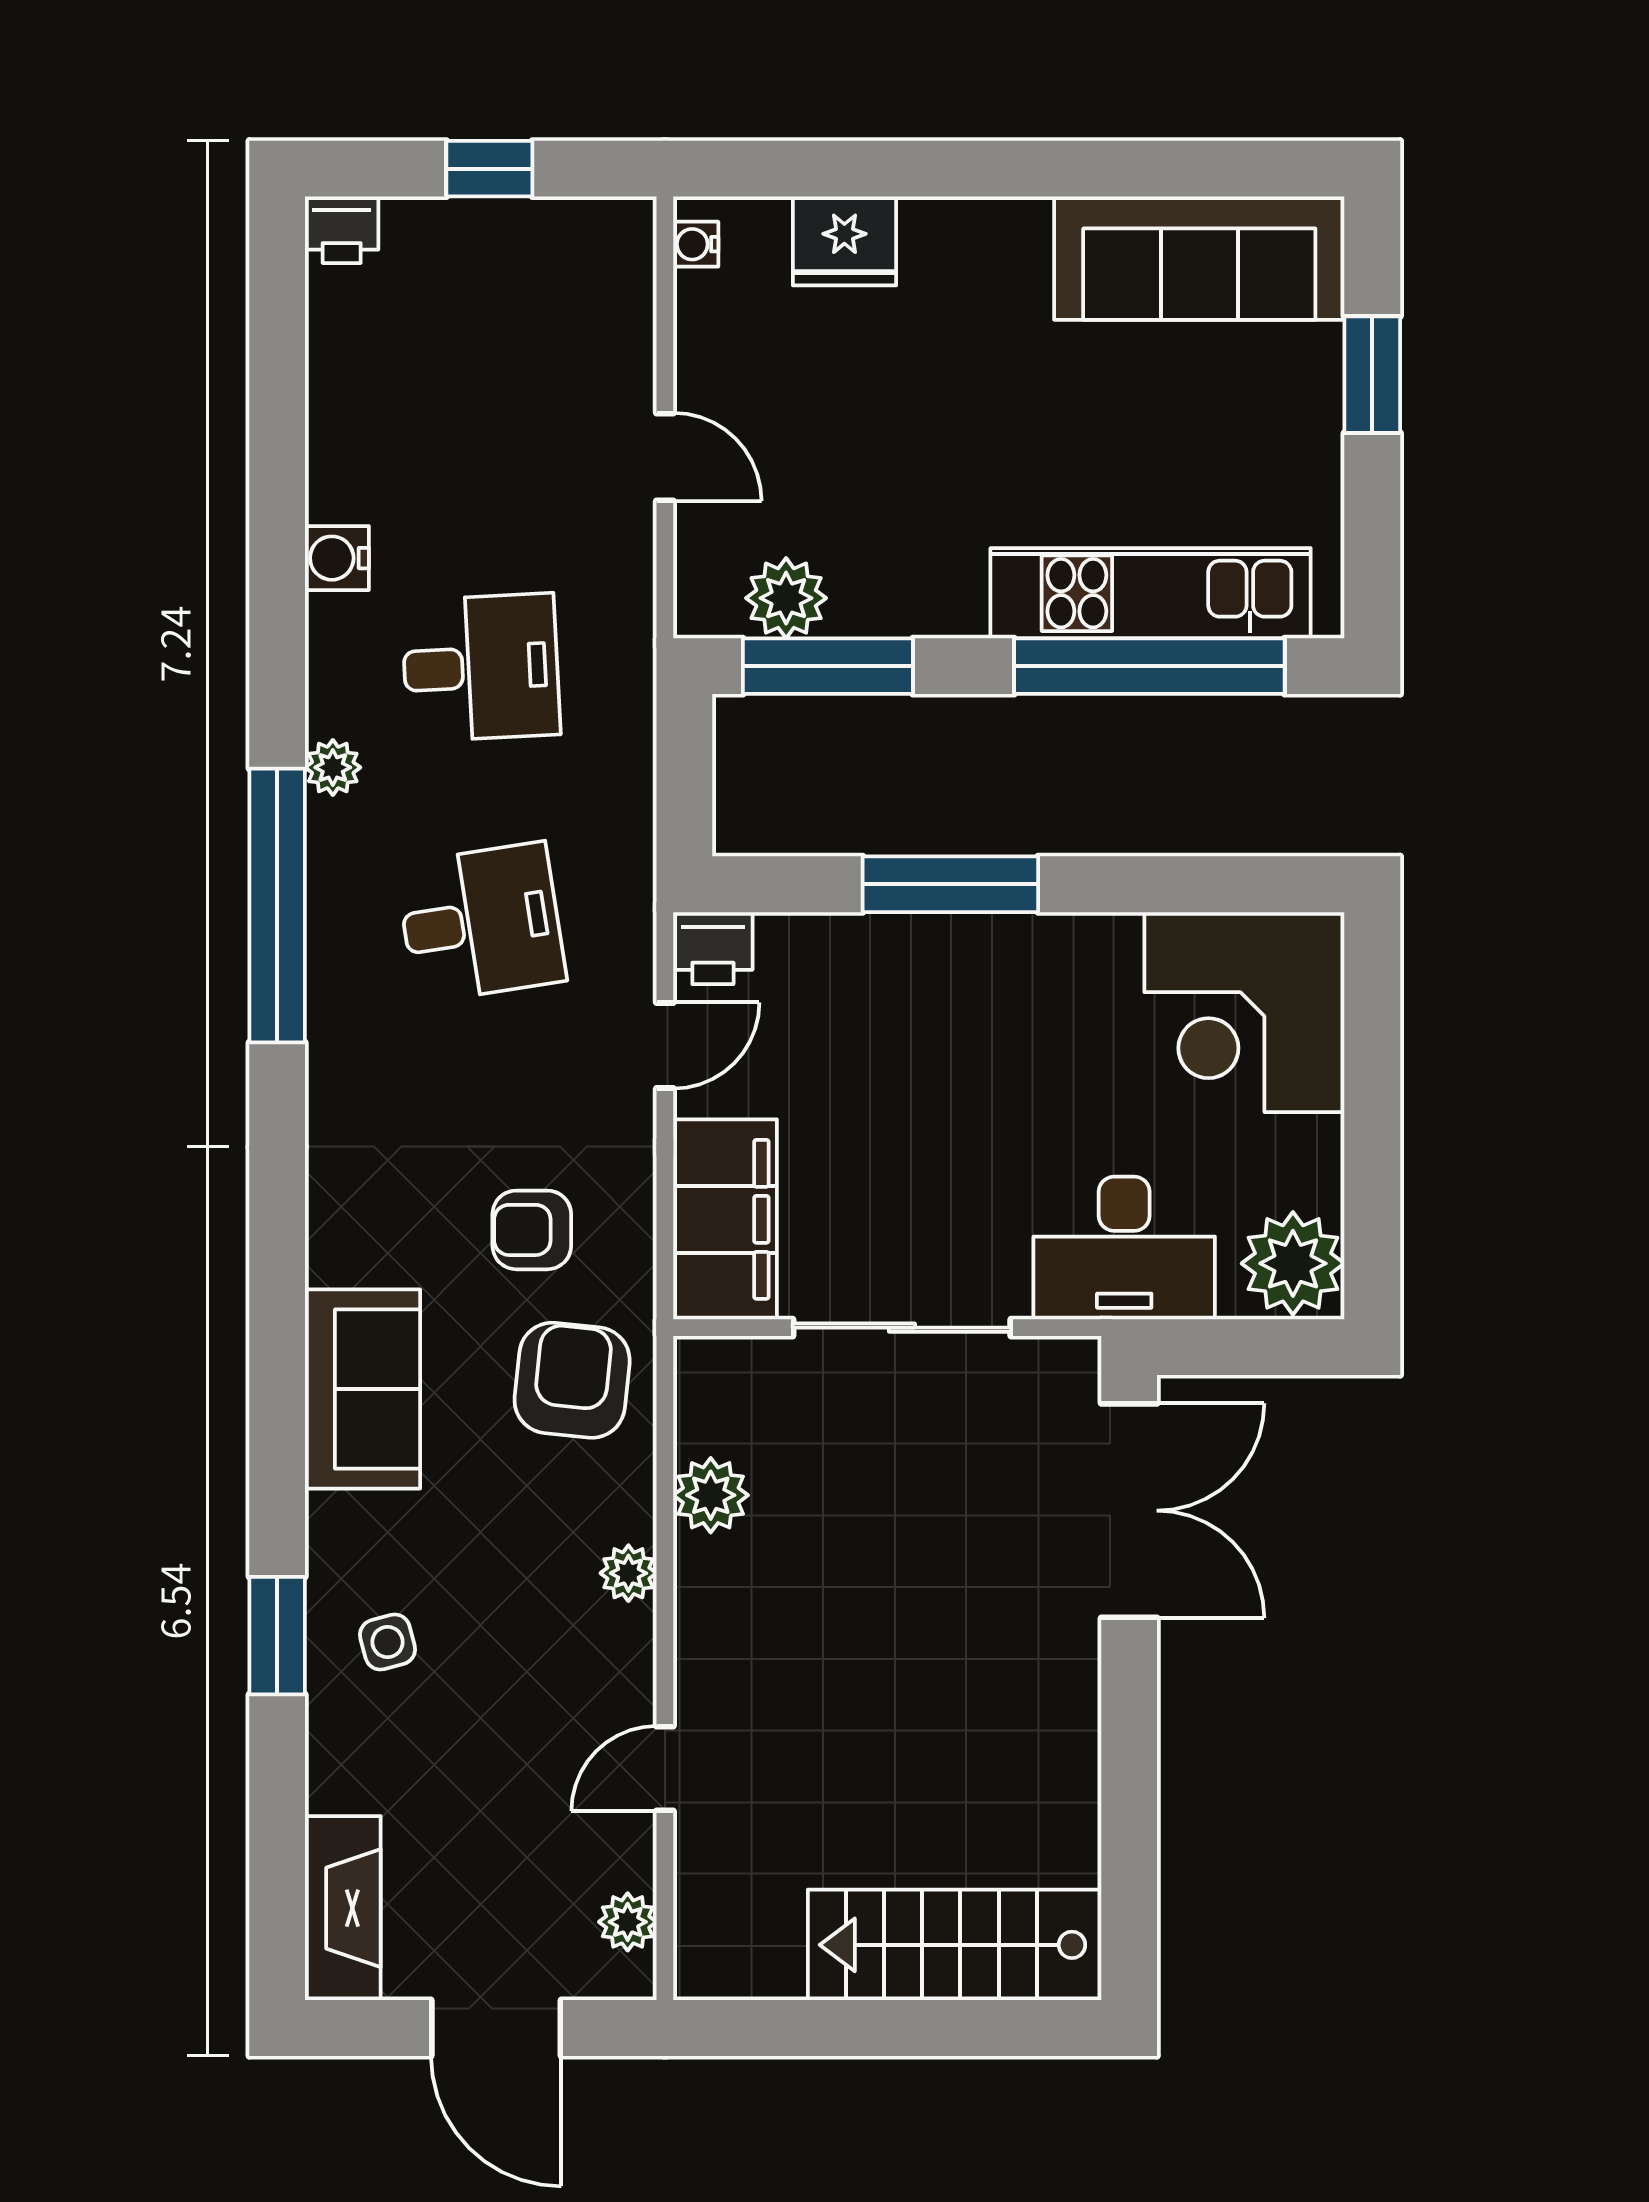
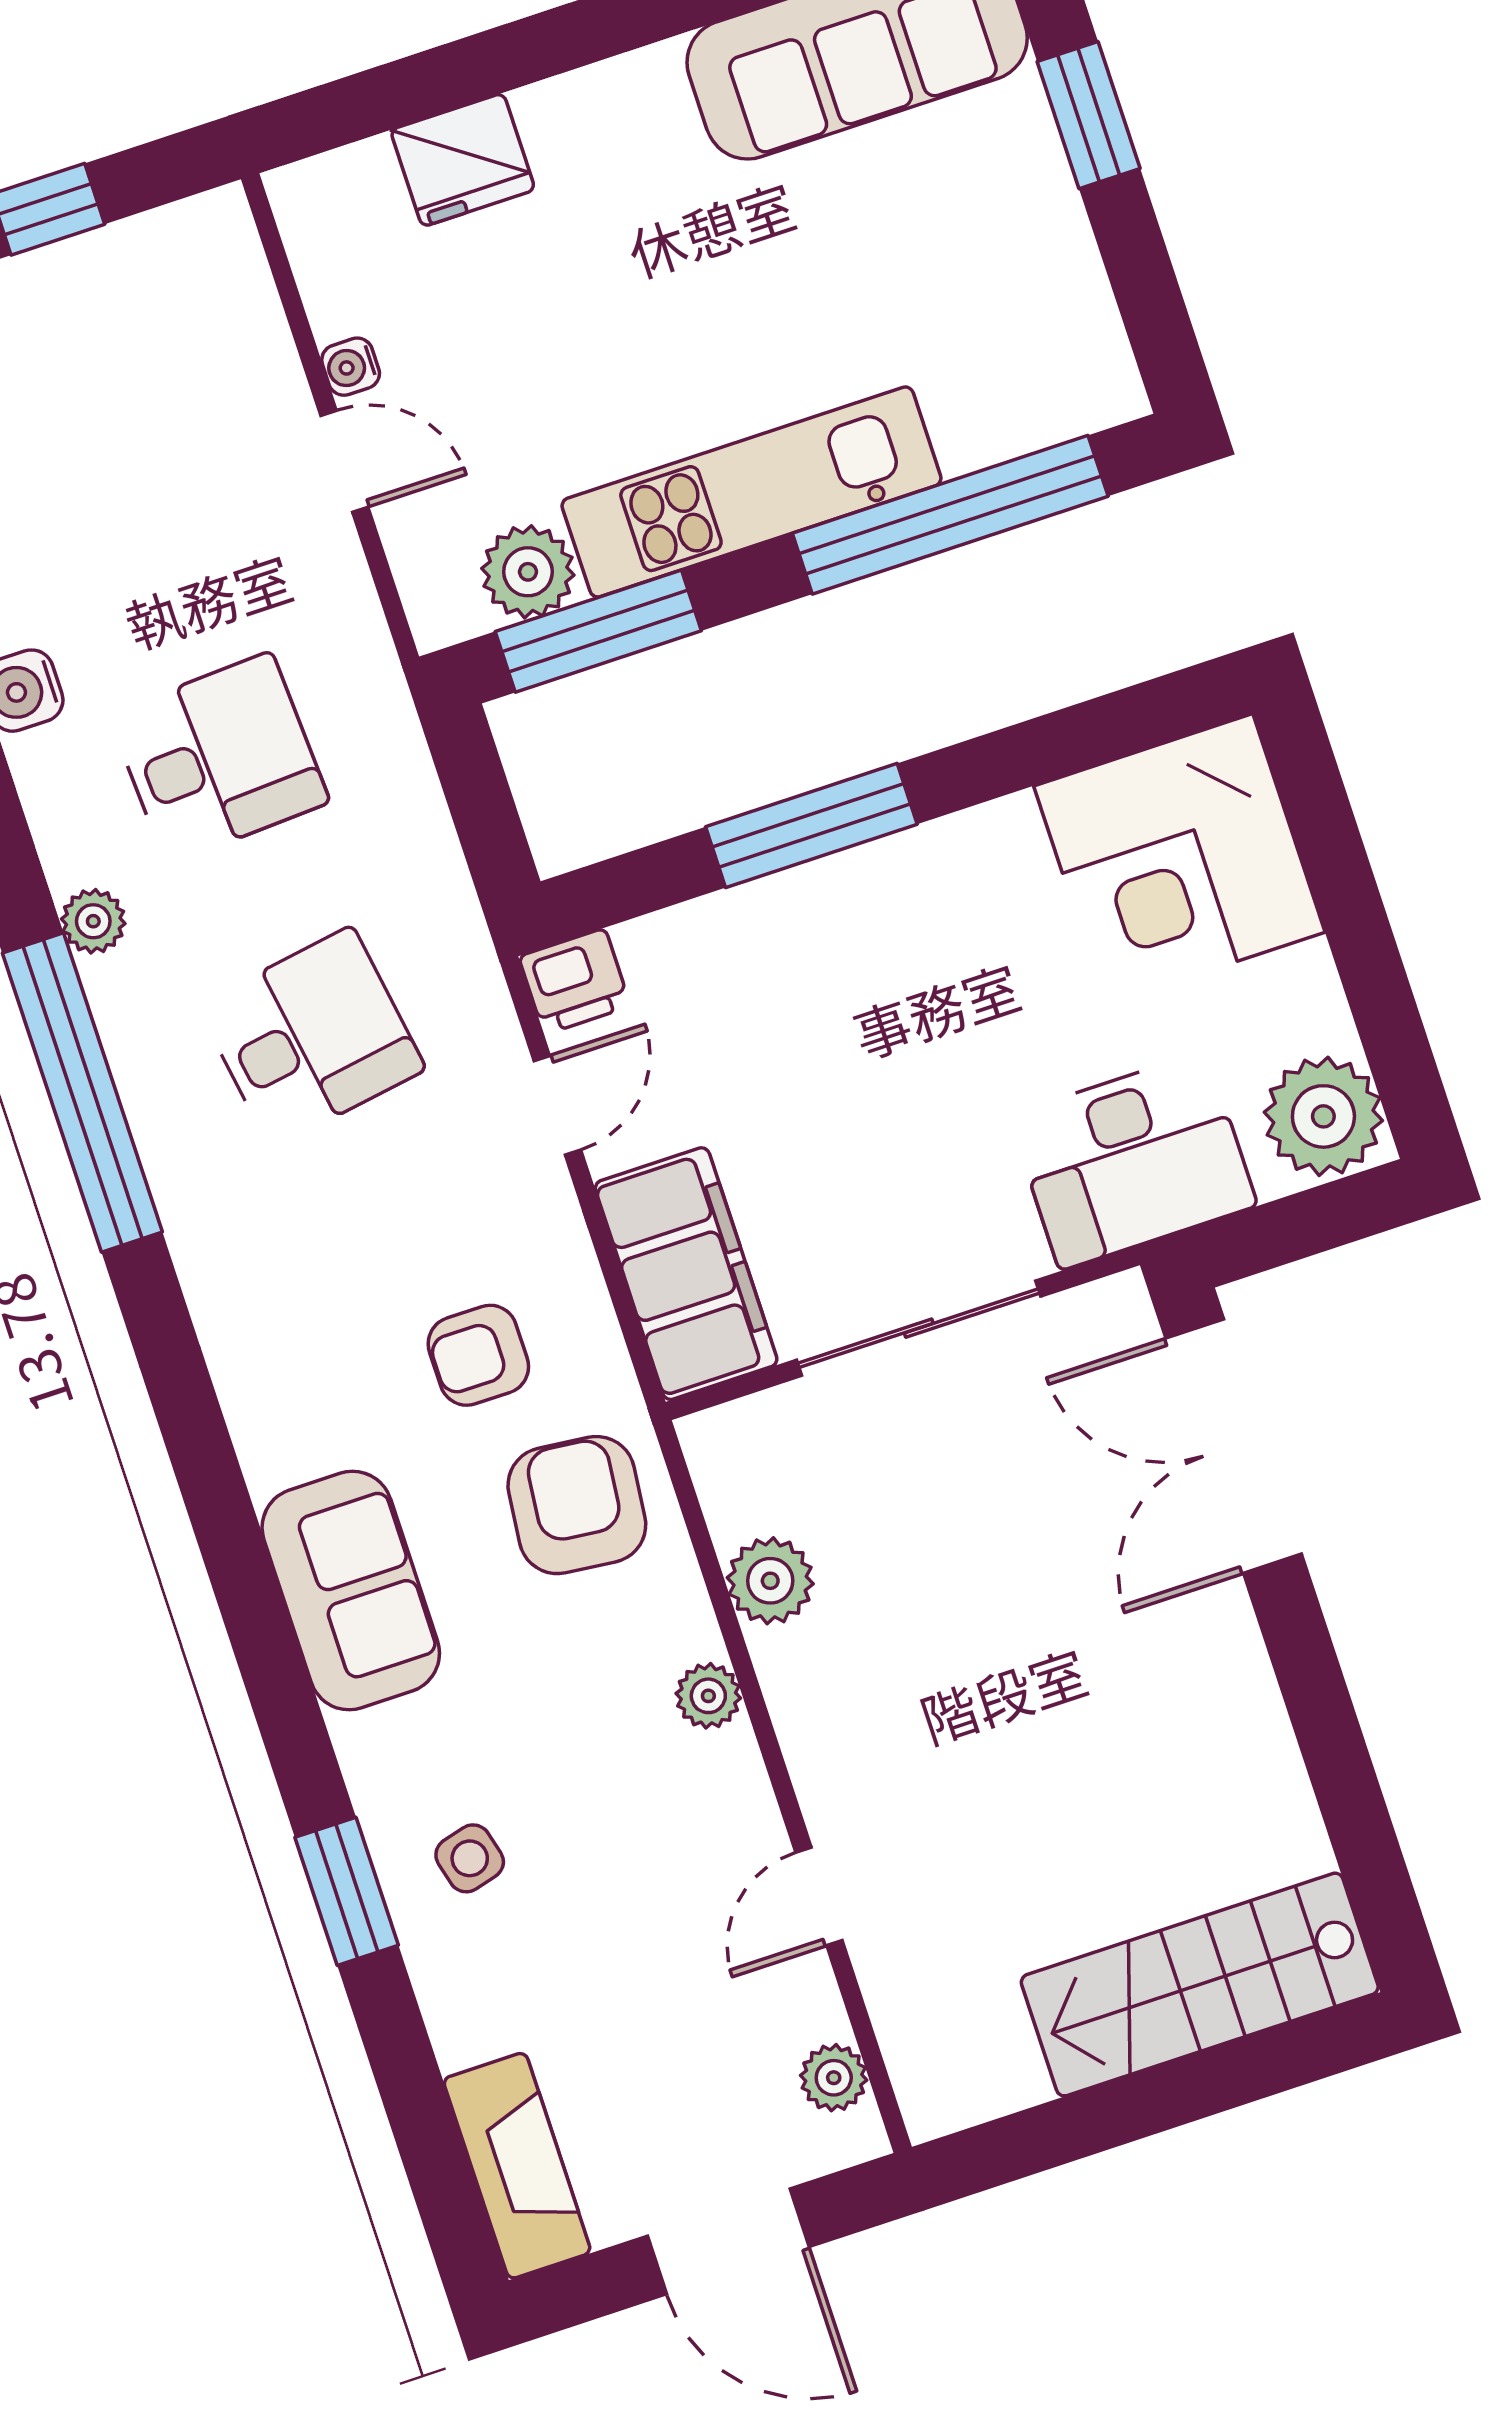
water cooler: (696, 244) -> (351, 367), moved
kitchen unit: (1151, 593) -> (752, 492), moved
double door: (1129, 1511) -> (1234, 1446), swing flipped

